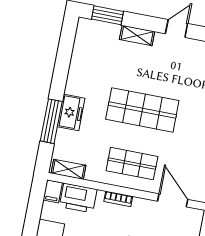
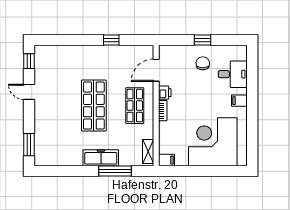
shelving: (137, 36) -> (40, 120), removed
freezer: (71, 112) -> (101, 158), width x1.40
printer: (78, 198) -> (165, 93), moved, width x0.53, depth x0.68

